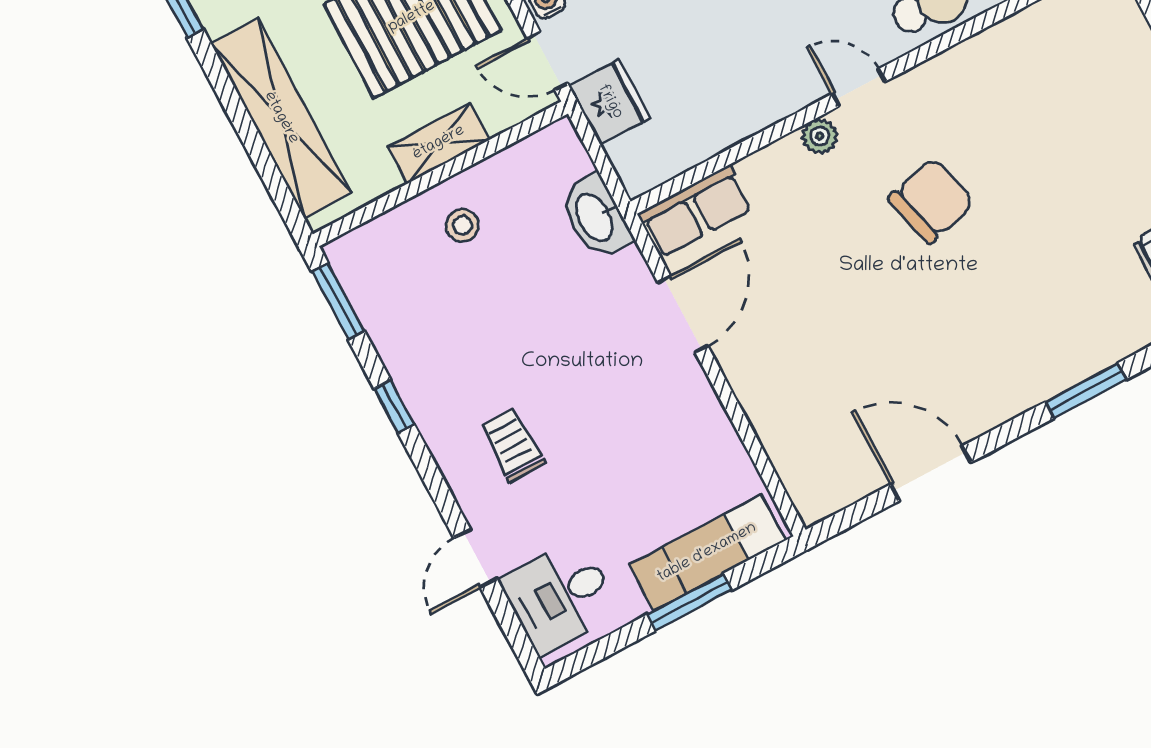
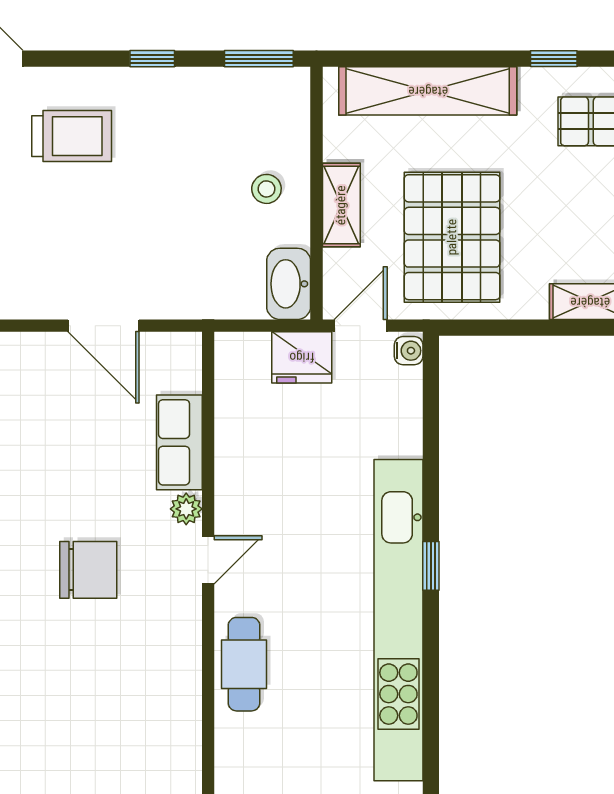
chair: (931, 201) -> (88, 570), turned -76
row of seats: (695, 211) -> (179, 442), moved
washbasin: (595, 217) -> (289, 284), moved, turned -90
trolley: (513, 445) -> (72, 136), width x1.36, depth x1.39

